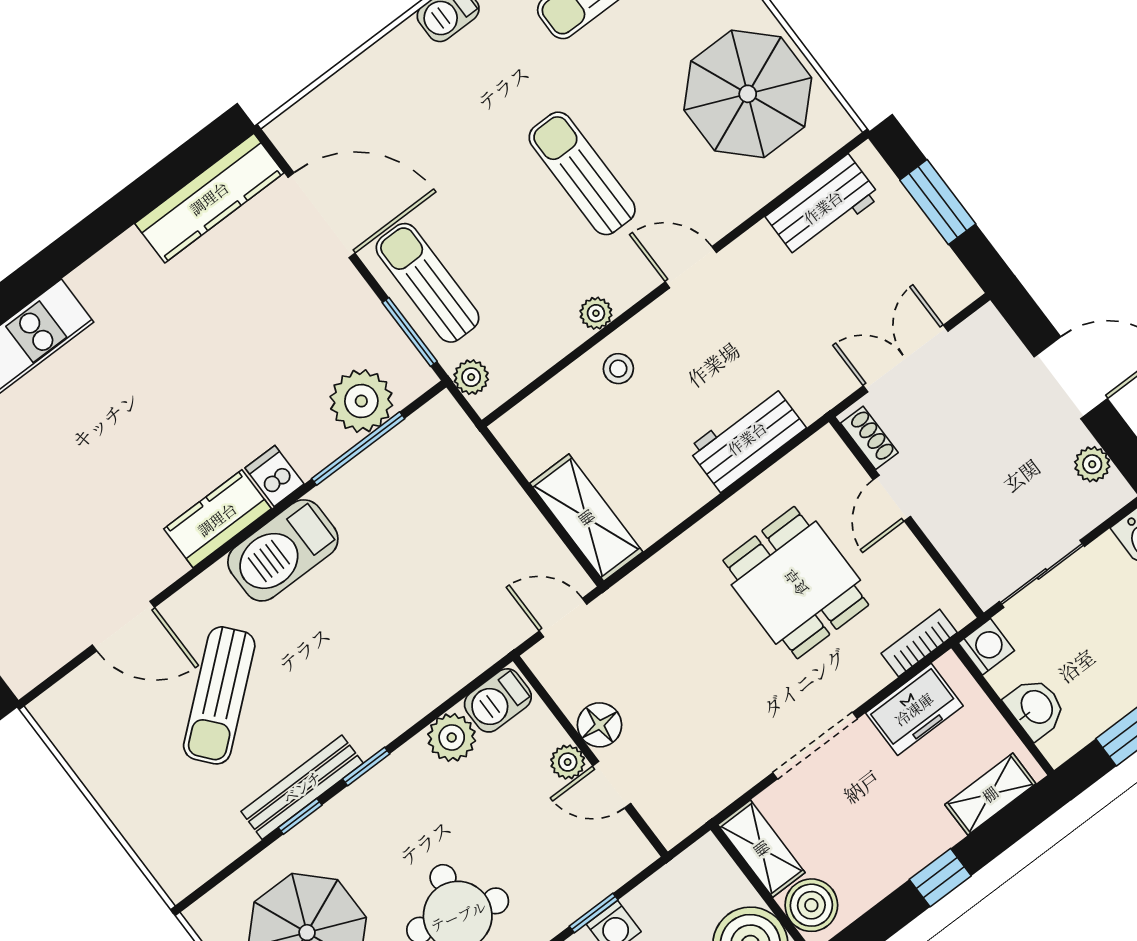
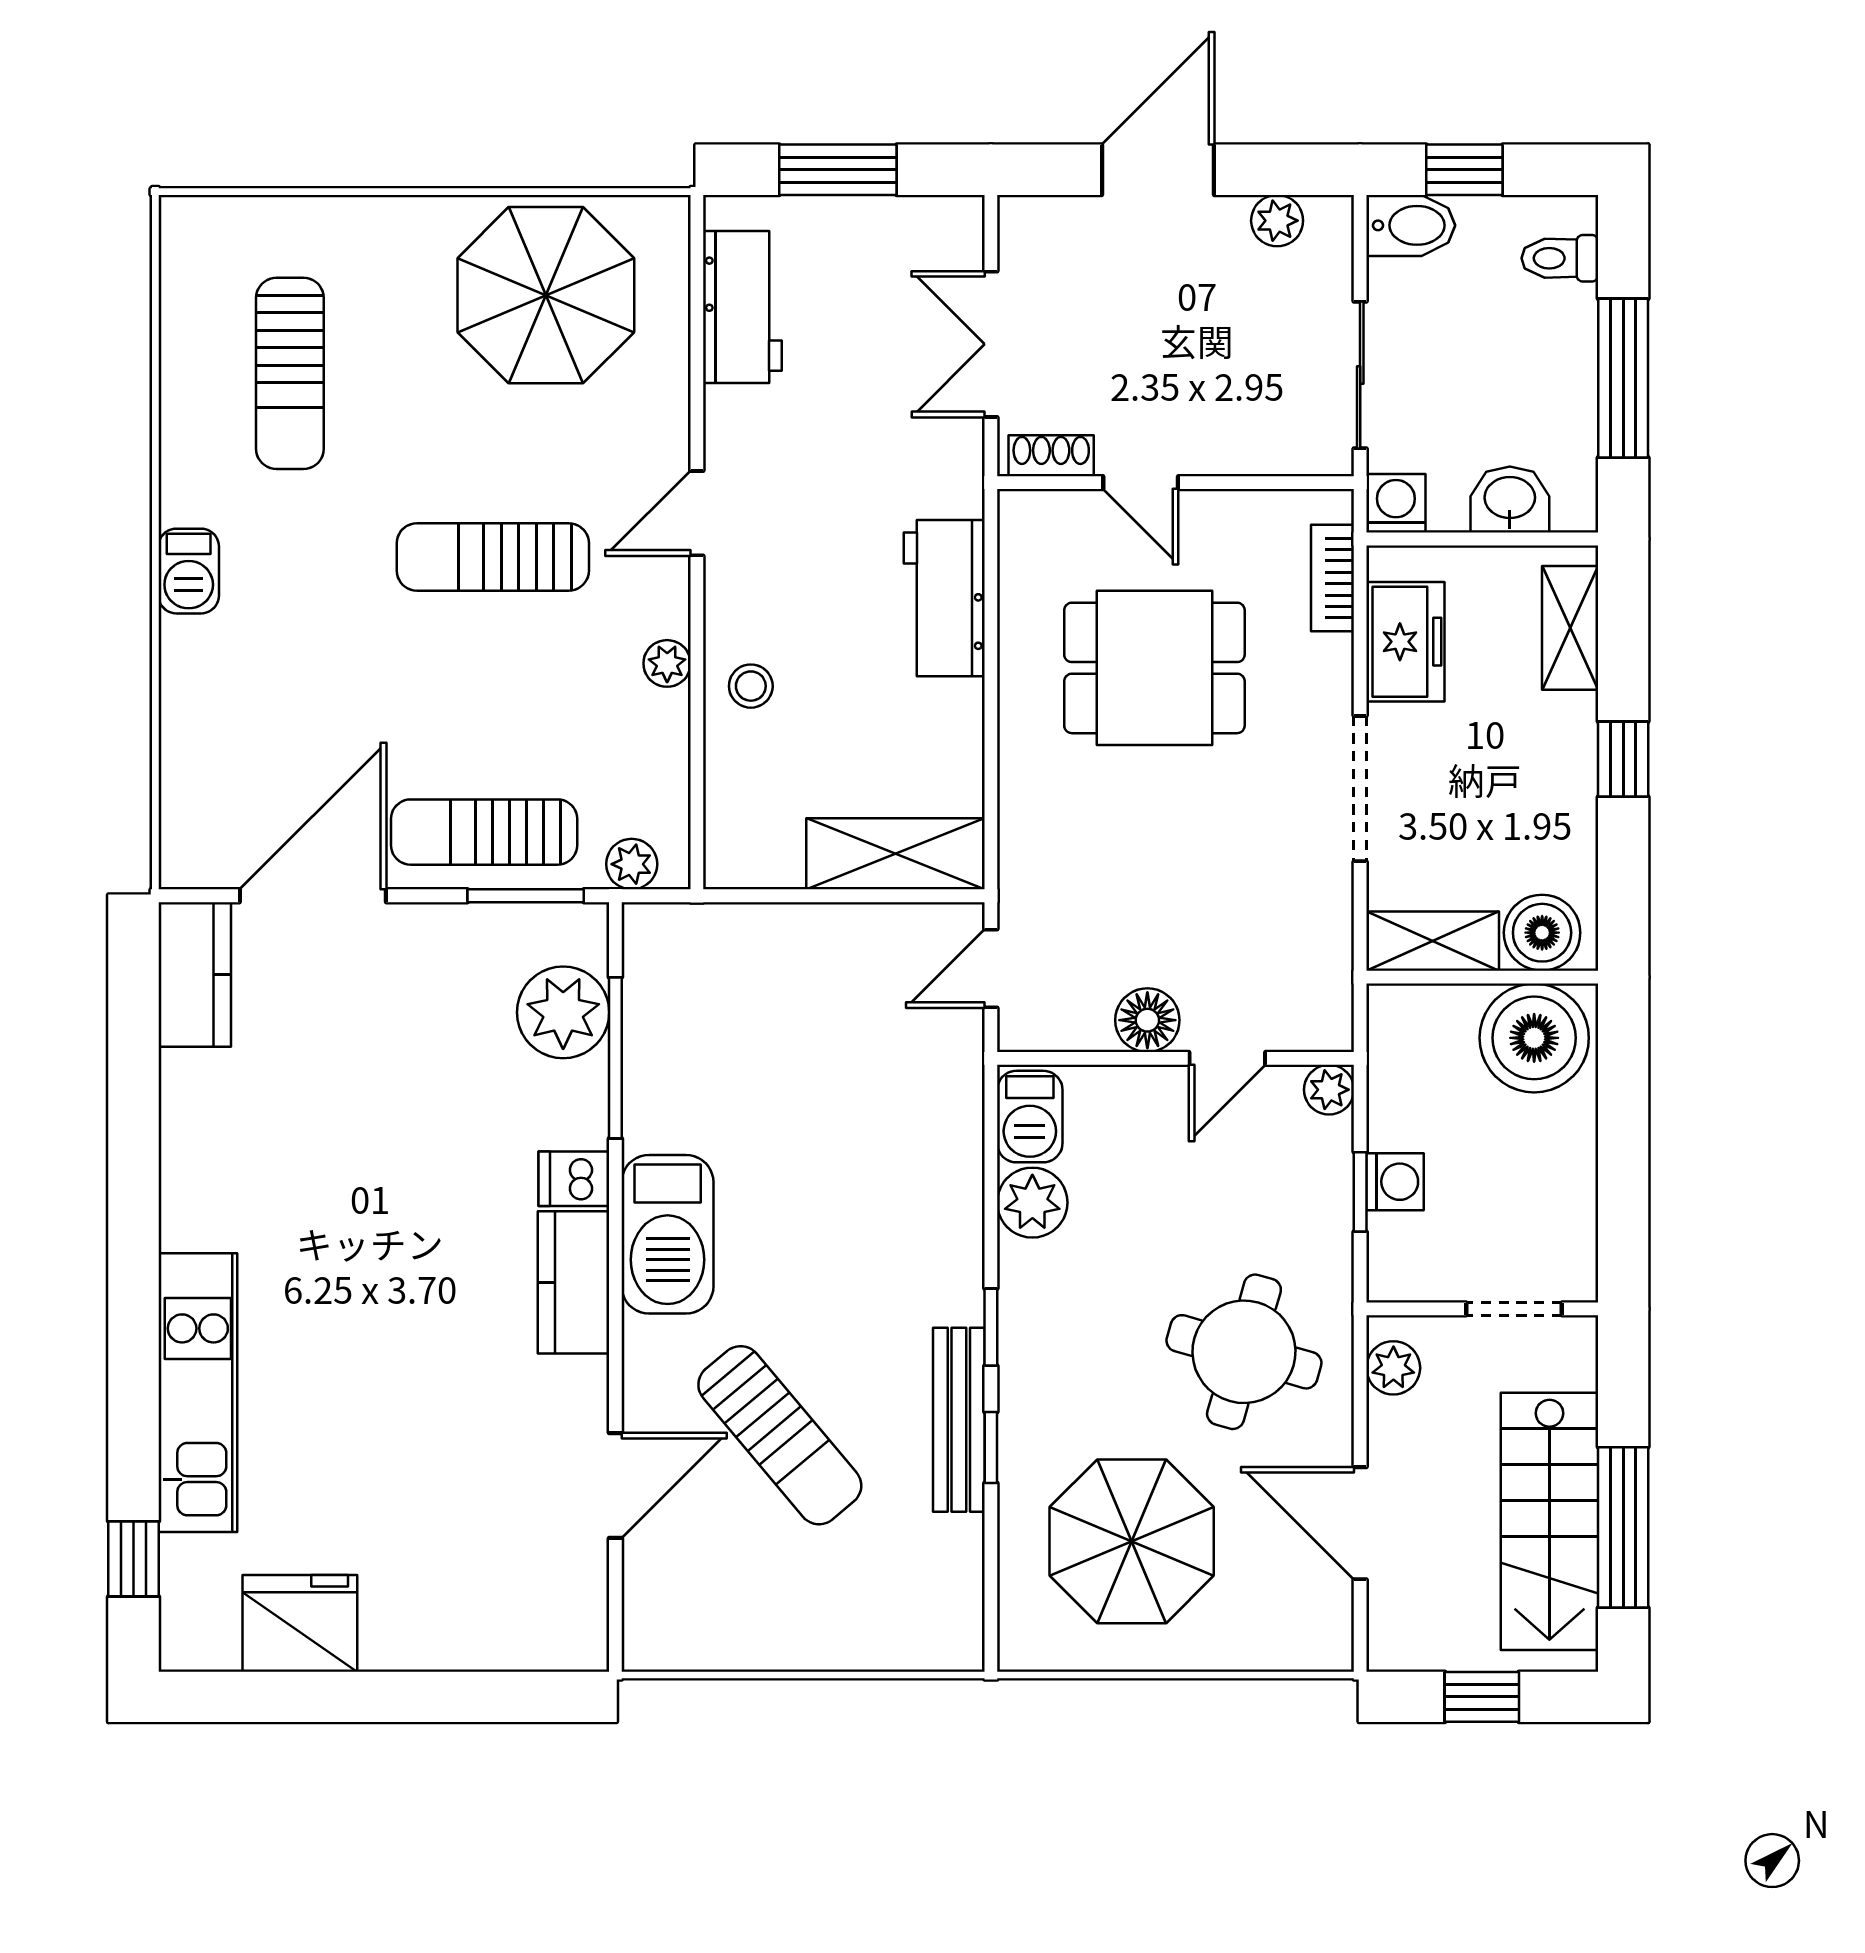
kitchen counter: (209, 198) -> (195, 974), width x0.67
plant: (568, 762) -> (1329, 1090), moved

